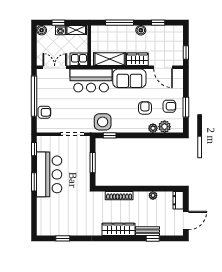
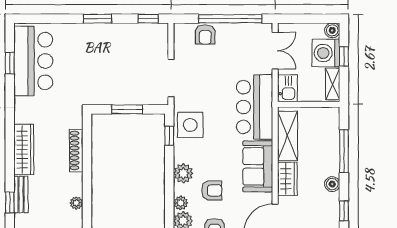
washing machine: (60, 30) -> (326, 53), width x1.89, depth x1.89
plant: (134, 126) -> (183, 173), added
bar counter: (49, 174) -> (33, 61), moved, turned -90

